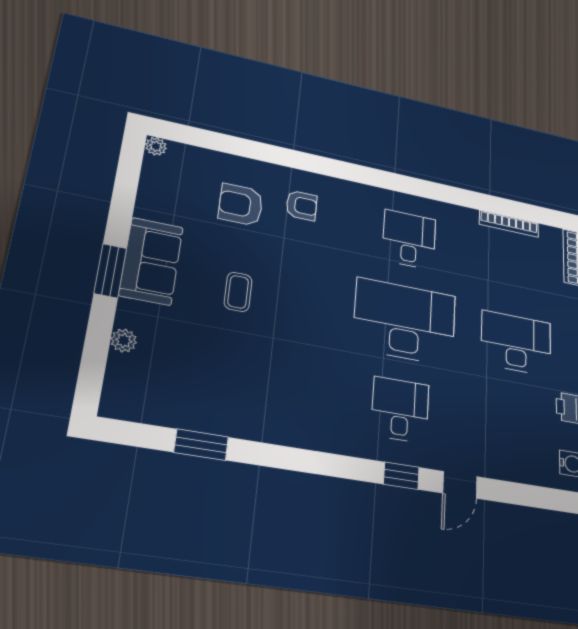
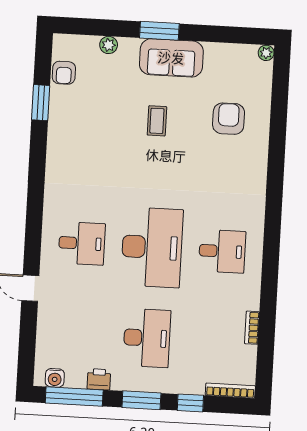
armchair: (302, 205) -> (64, 73), moved
bookcase: (509, 224) -> (252, 328), width x0.64
coffee table: (238, 292) -> (157, 121), turned 90
window: (401, 476) -> (33, 244), removed

